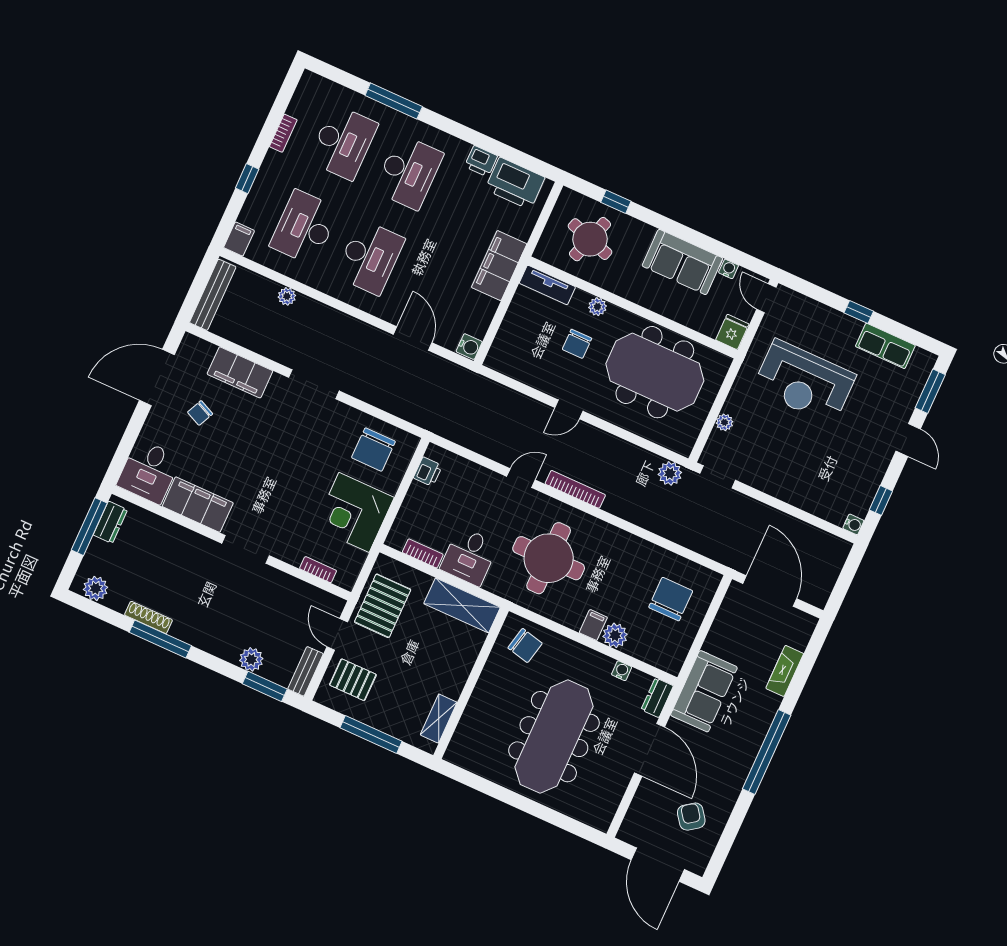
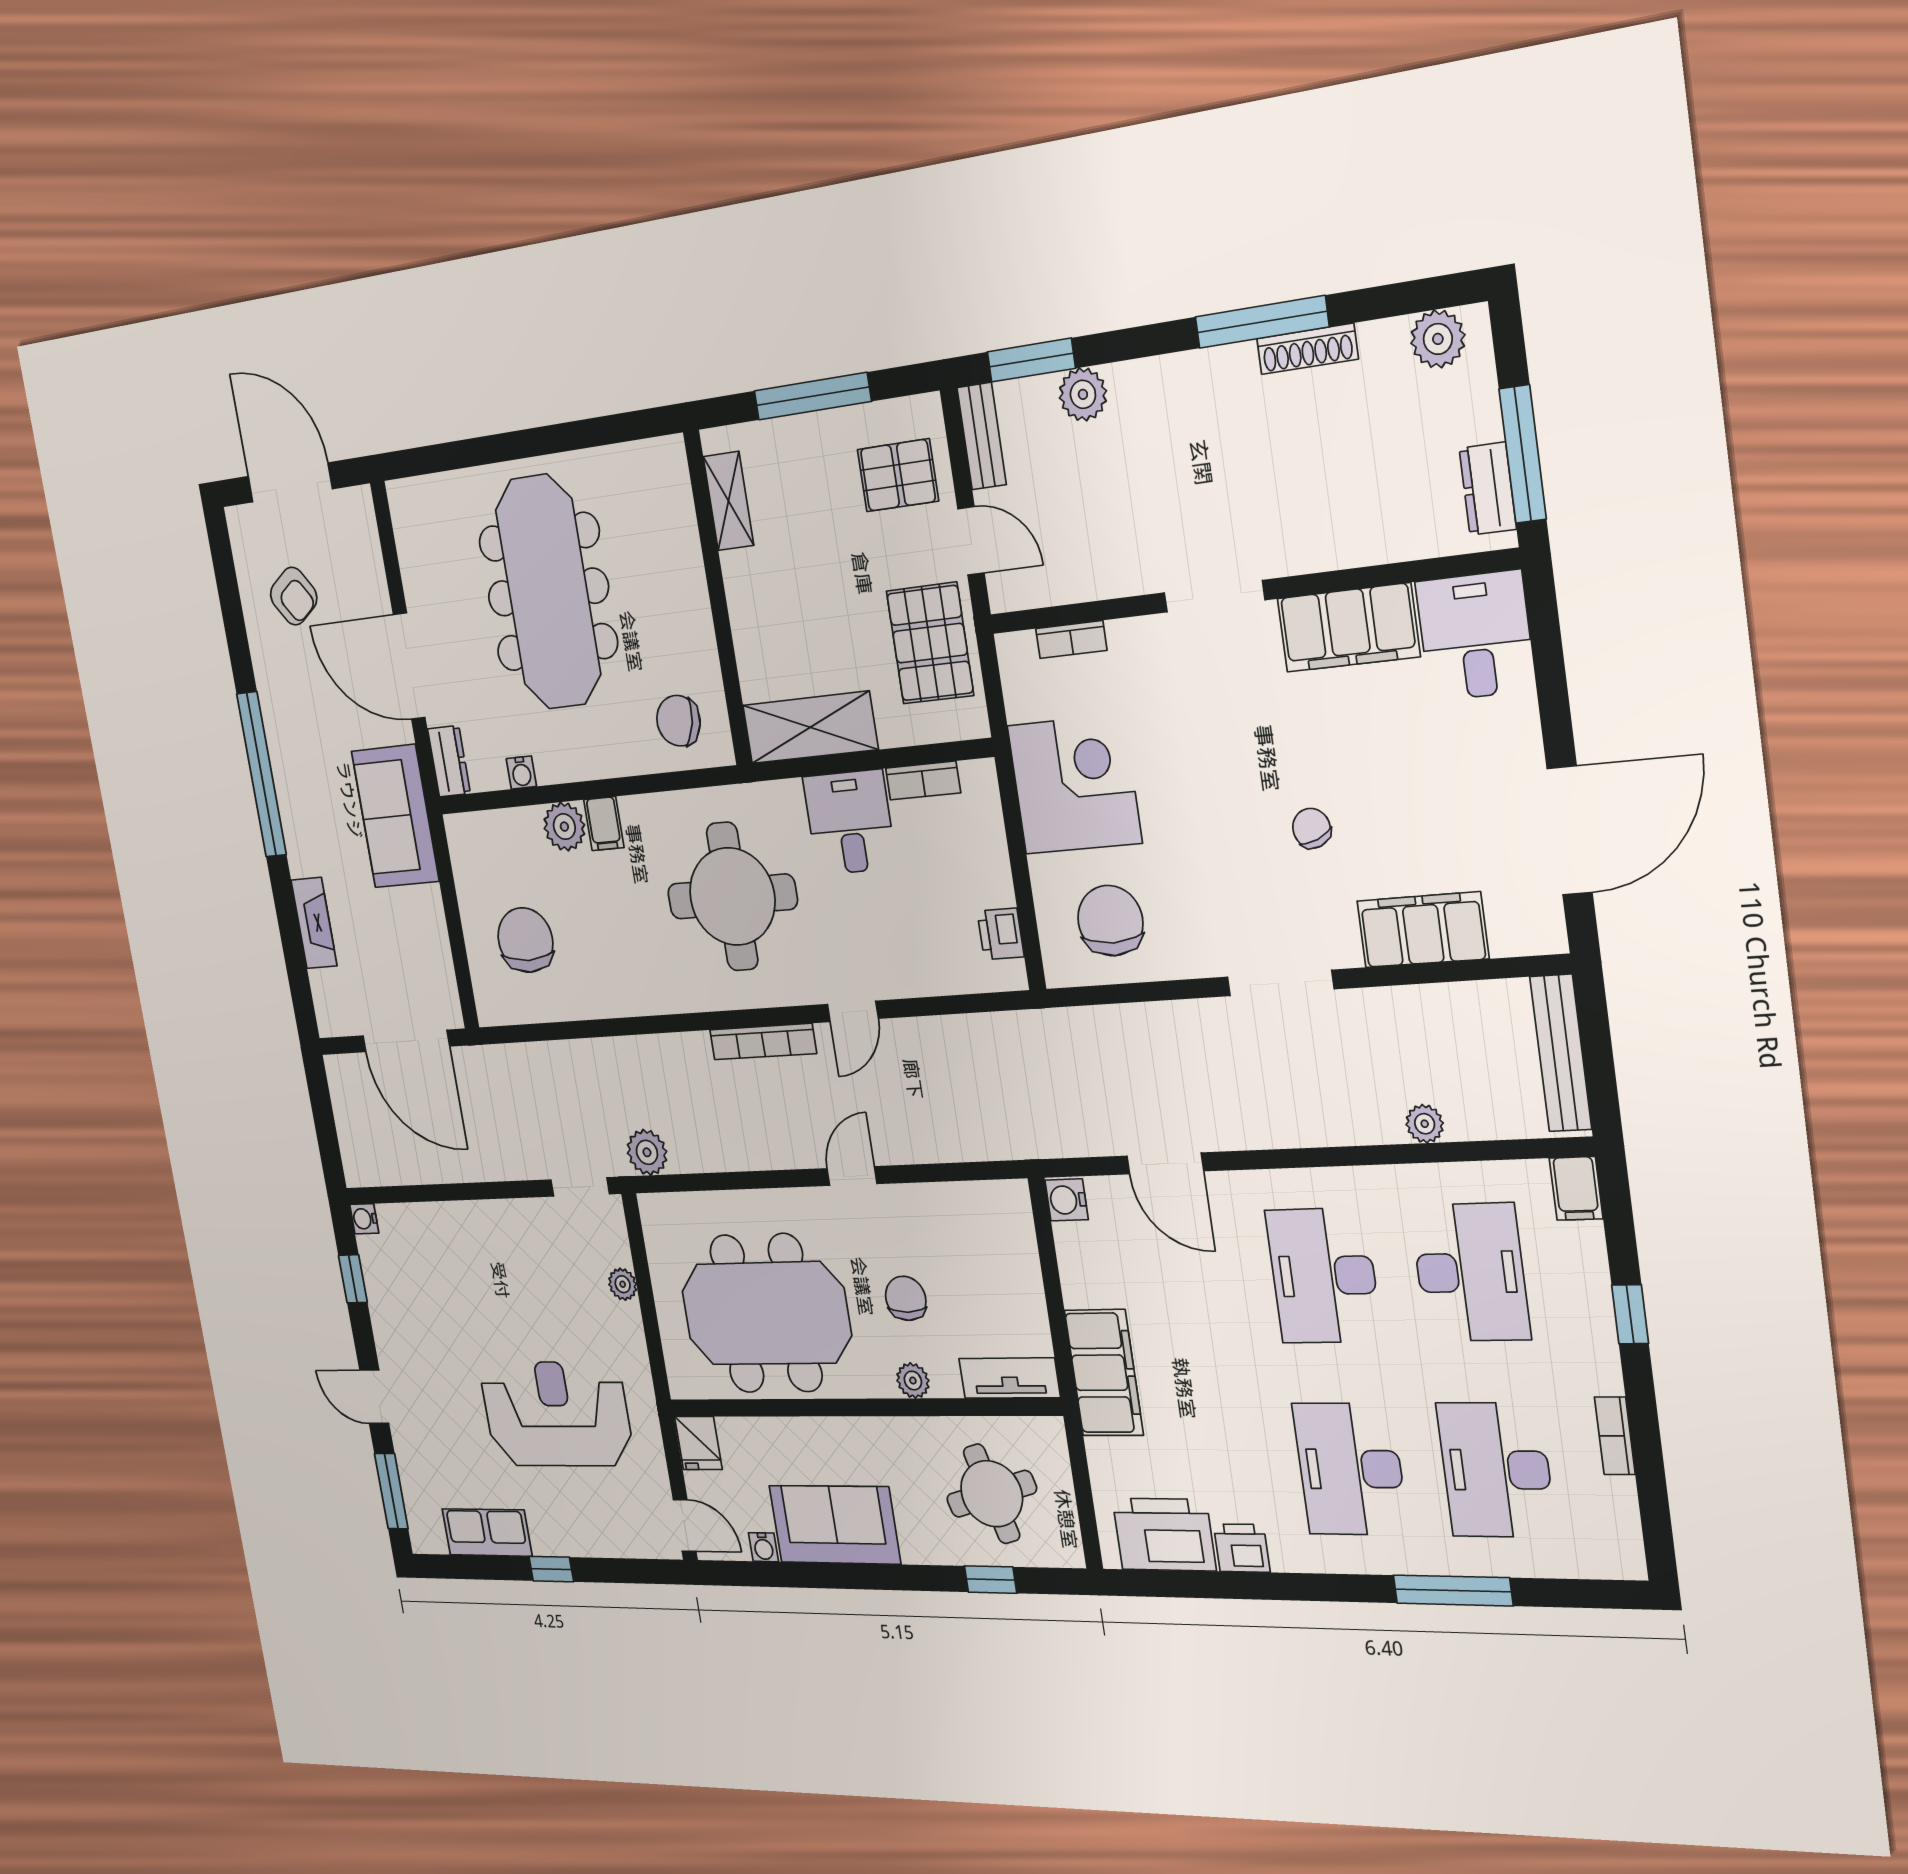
round table: (590, 239) -> (992, 1494), turned -34
chair: (200, 413) -> (1312, 828), moved, turned -47
chair: (671, 599) -> (525, 940), turned 180

